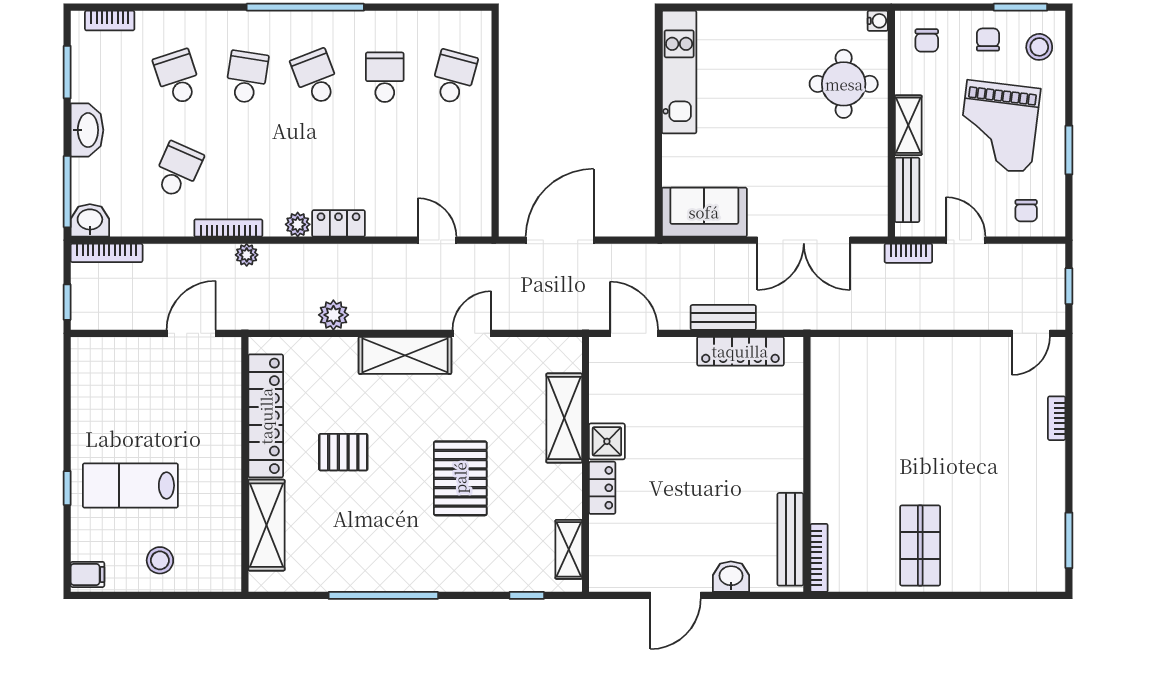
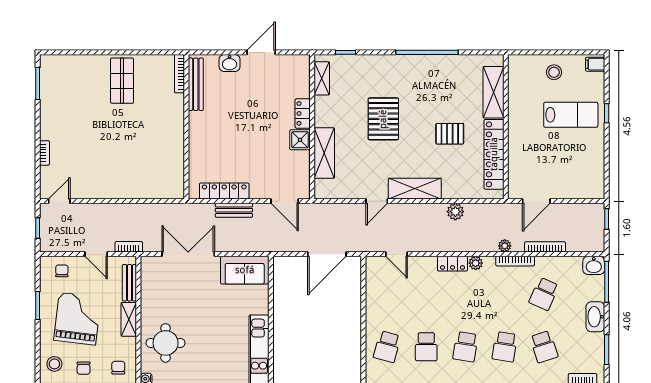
school desk: (316, 77) -> (465, 347), turned 30
bookcase: (107, 253) -> (545, 247), moved

